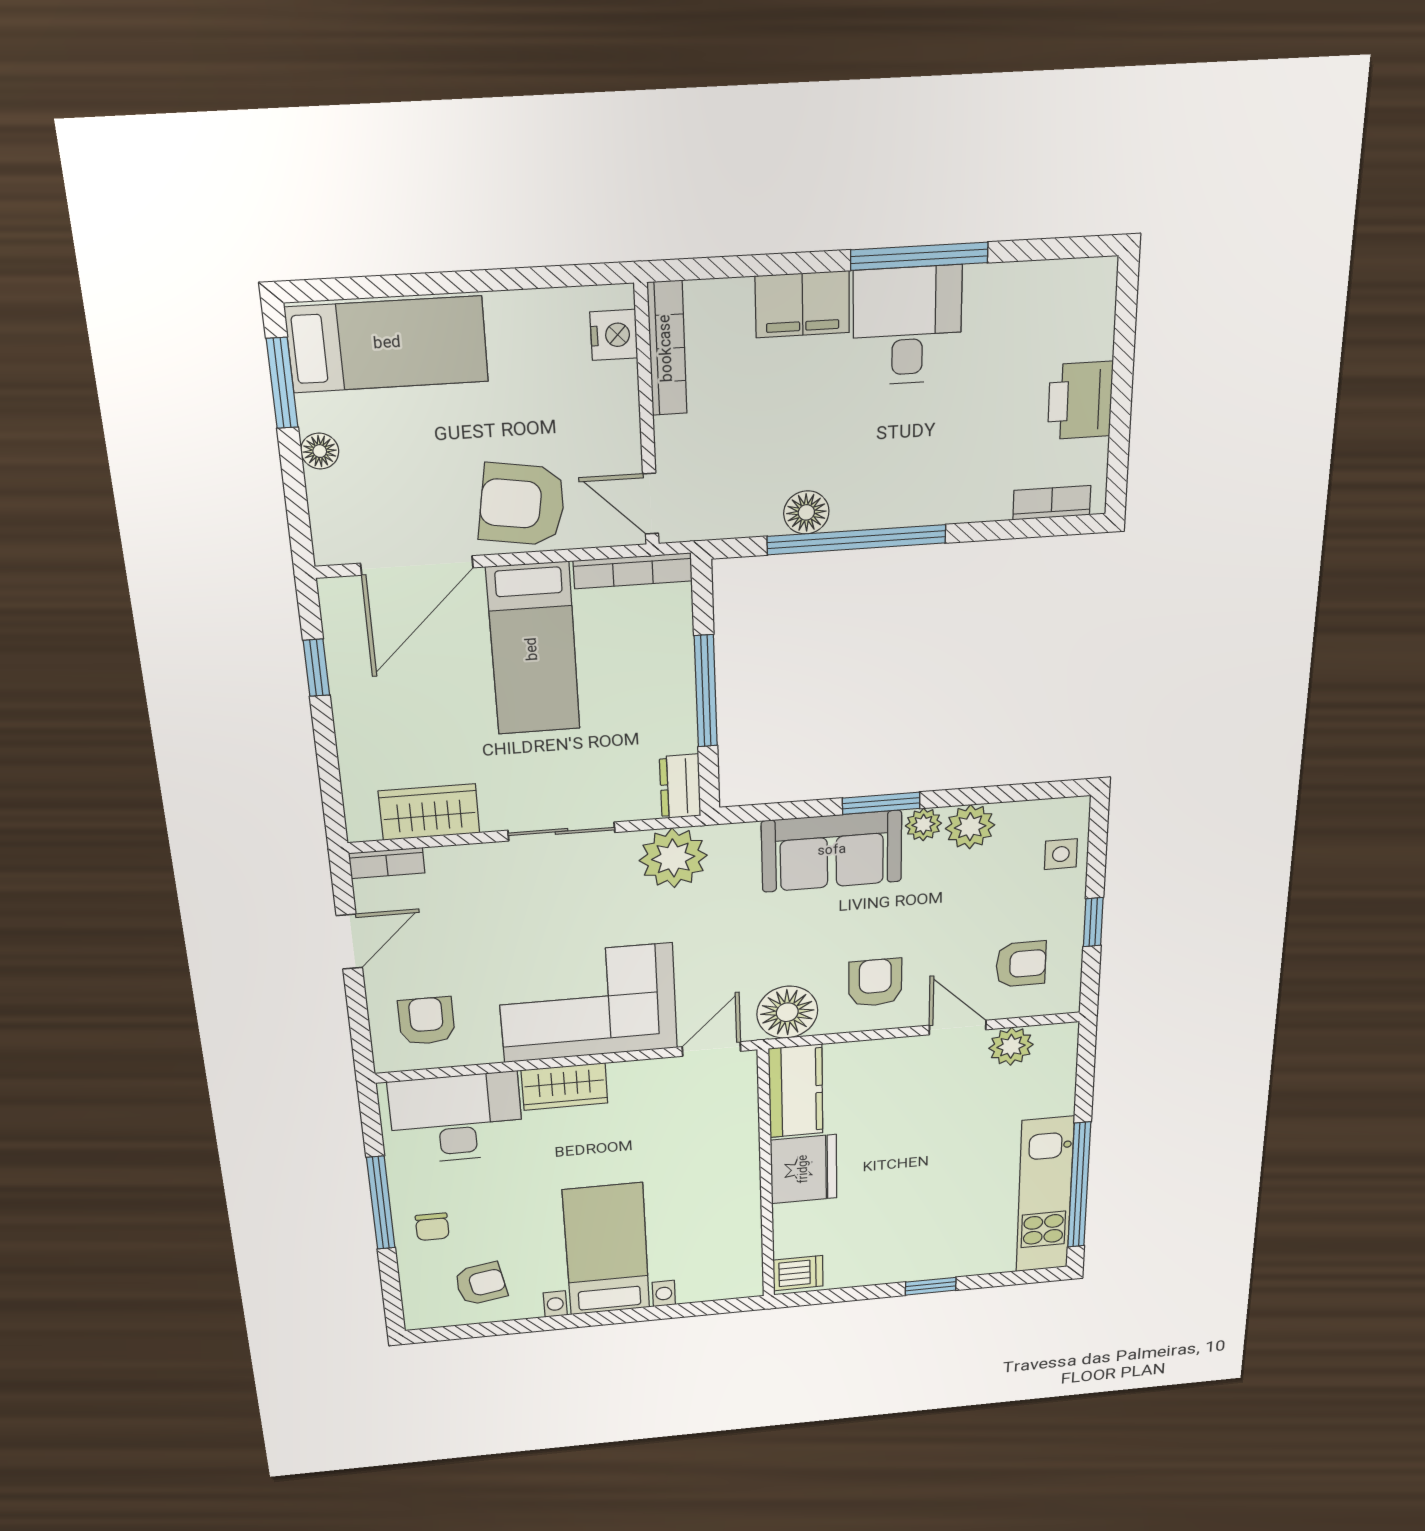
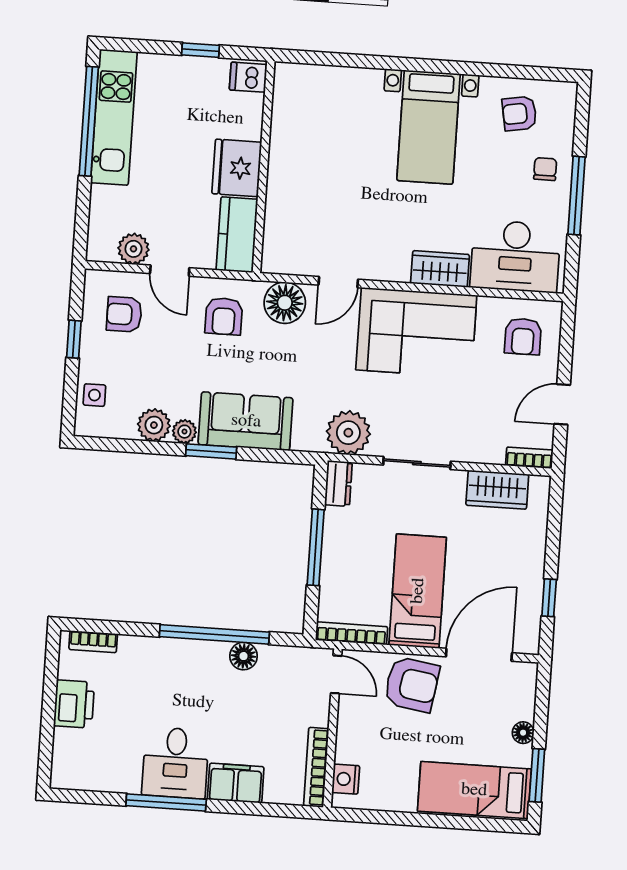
kitchen counter: (796, 1091) -> (237, 235), moved
fridge: (804, 1169) -> (237, 168), moved
wall: (766, 1176) -> (264, 167), moved
dishwasher: (798, 1273) -> (248, 77), moved

